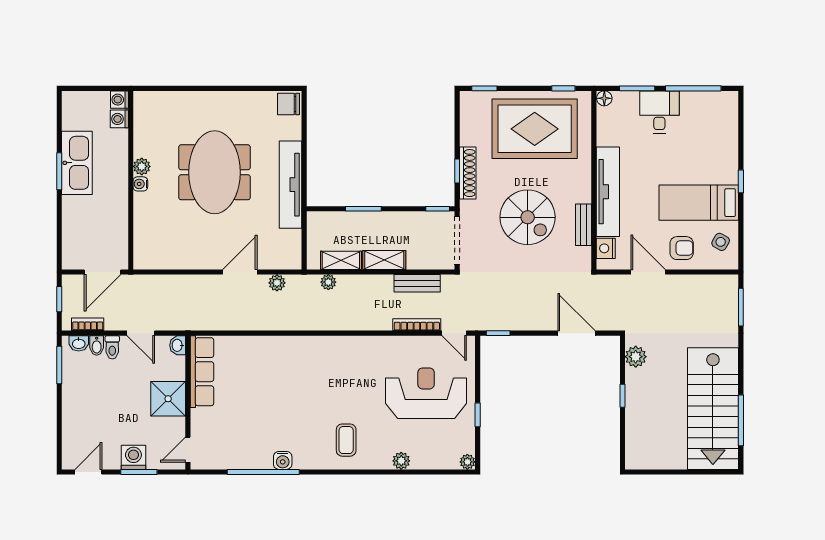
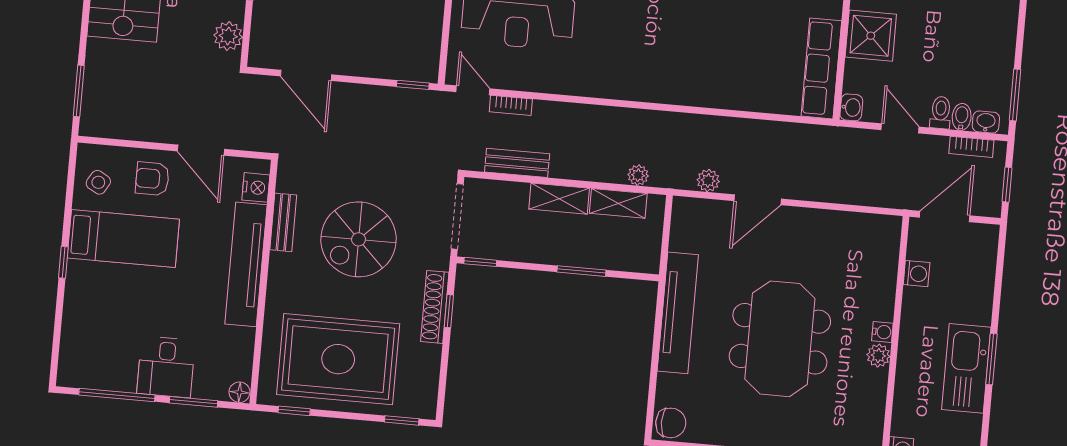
washing machine: (119, 119) -> (917, 274), moved
spiral stairs: (528, 217) -> (358, 239), turned -90
bookcase: (417, 325) -> (511, 105), width x0.64

